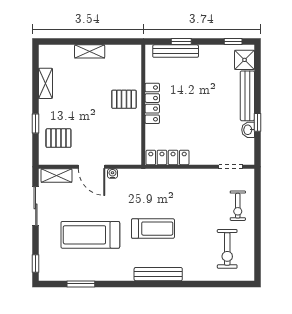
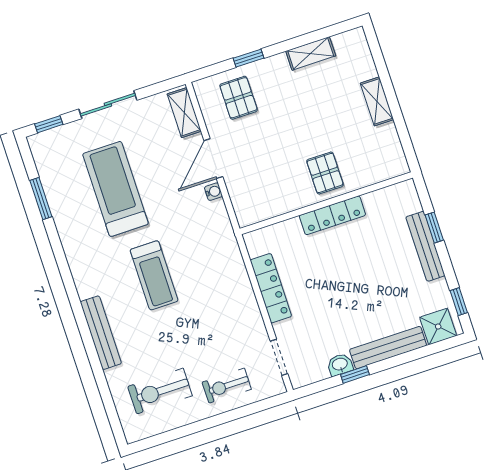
bench: (176, 51) -> (425, 246), moved
locker: (168, 157) -> (271, 288), moved
sliding door: (36, 206) -> (108, 105), moved
bench: (158, 274) -> (101, 333), moved

